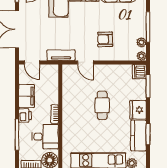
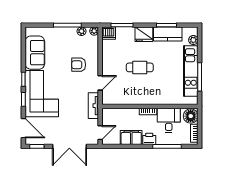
armchair: (105, 39) -> (79, 65), turned 90

